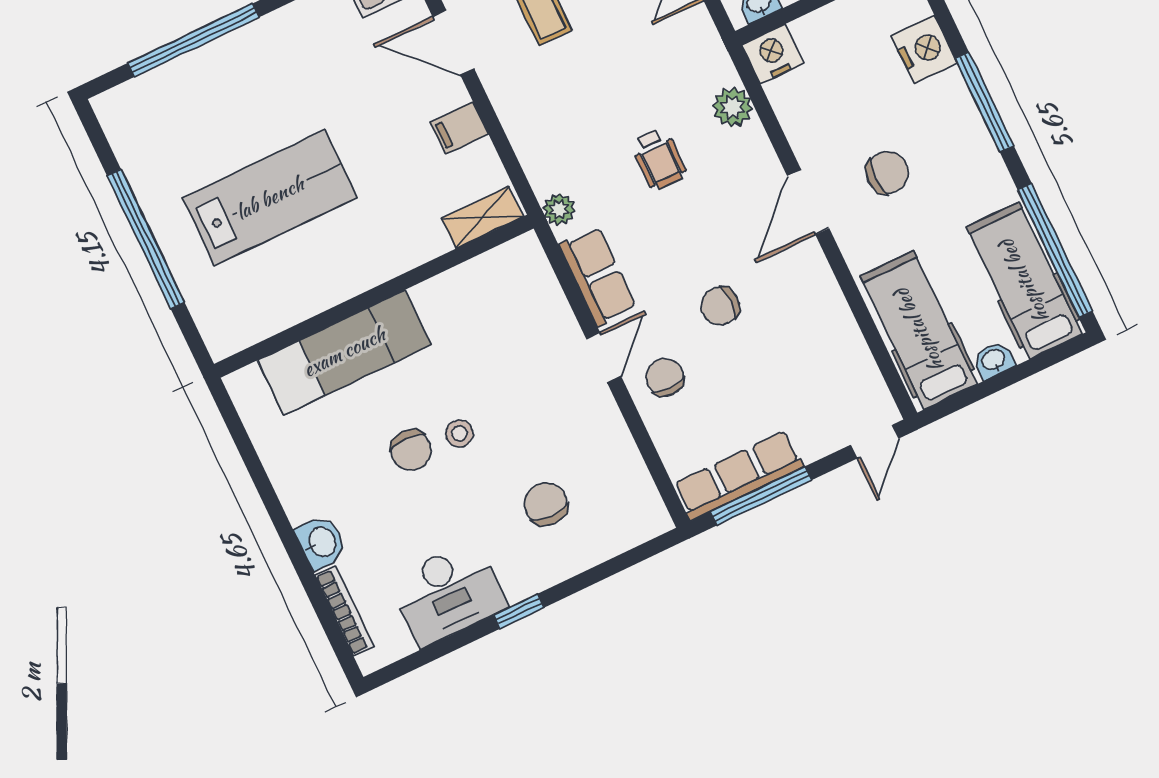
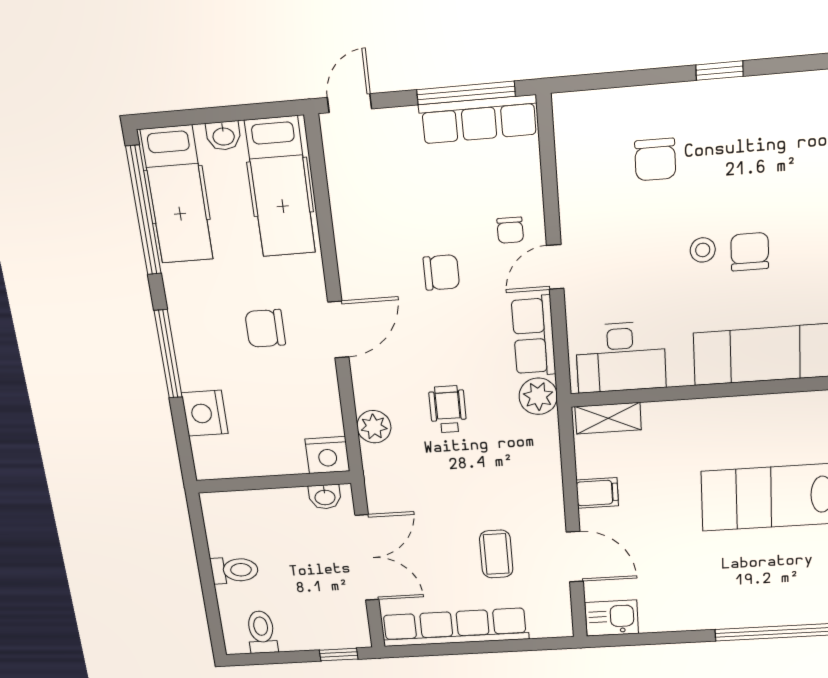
plant: (559, 209) -> (538, 396), width x1.38, depth x1.38
chair: (665, 377) -> (510, 230), width x0.73, depth x0.73
desk: (448, 593) -> (621, 357), moved, turned 180

